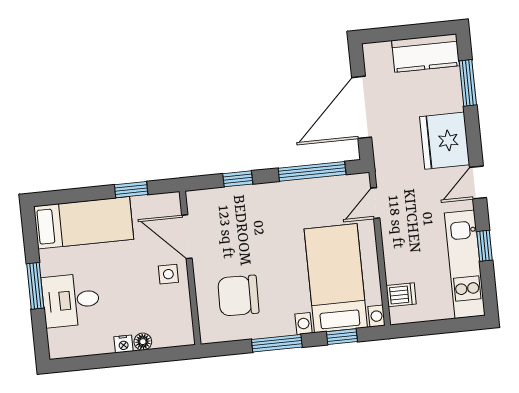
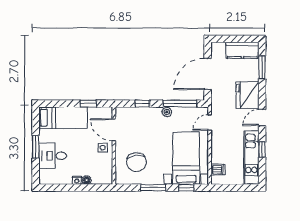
plant: (288, 190) -> (167, 112), added
chair: (238, 296) -> (137, 162), turned -96

